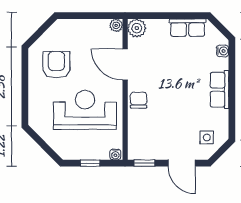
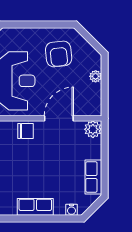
plant: (116, 25) -> (96, 76), moved
armchair: (56, 65) -> (59, 54), turned 84

